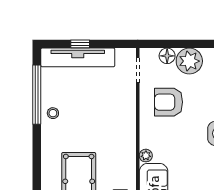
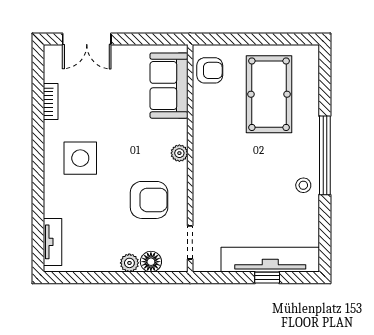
plant: (189, 61) -> (129, 263), width x0.53, depth x0.53
window: (37, 95) -> (325, 155), moved
plant: (146, 156) -> (179, 153), moved

